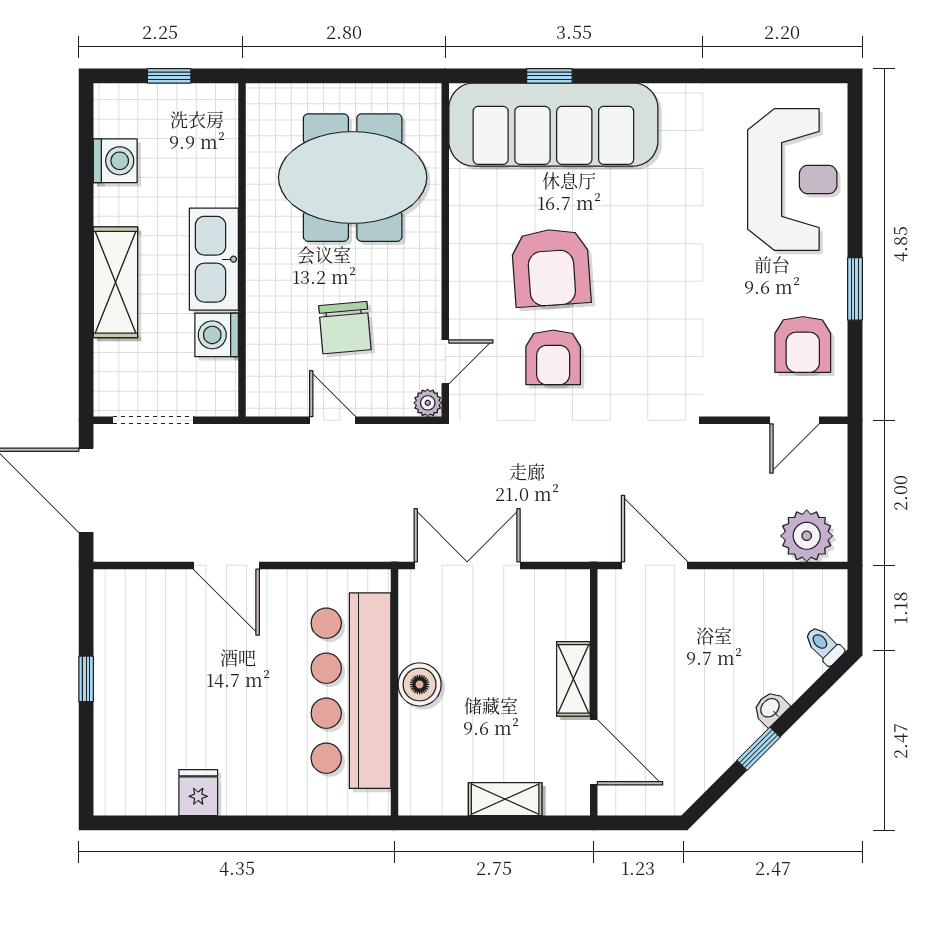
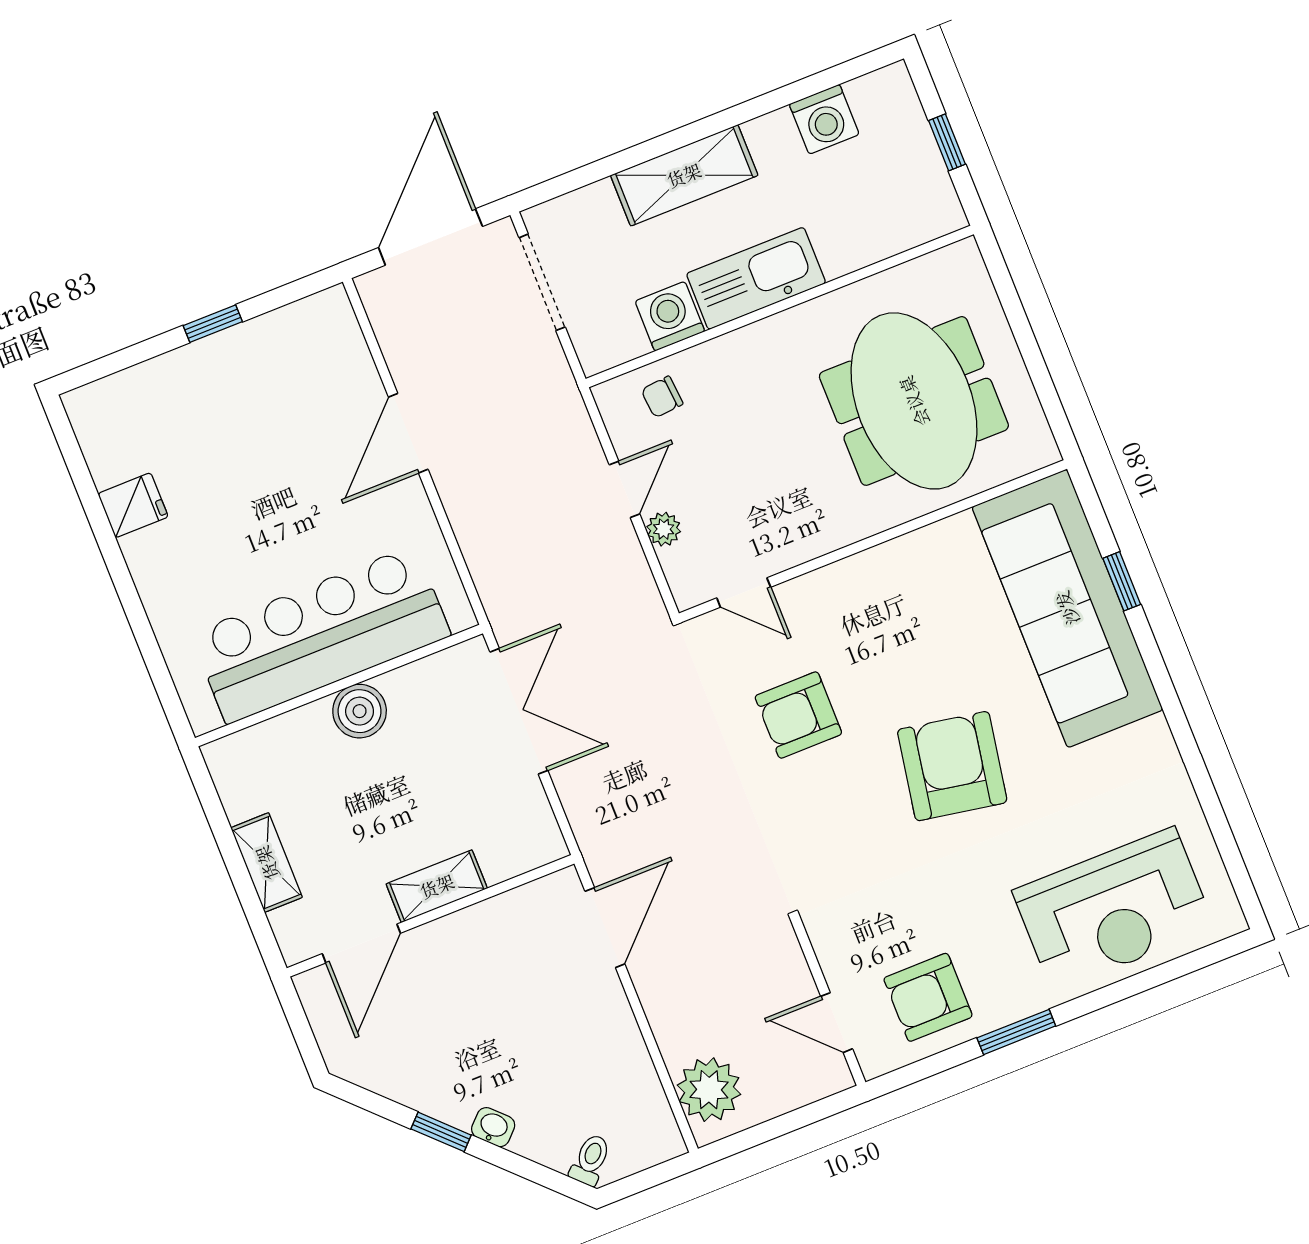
armchair: (551, 267) -> (952, 766), moved, turned 104
chair: (345, 328) -> (662, 397), moved, width x0.54, depth x0.54
plant: (428, 403) -> (664, 529), moved

